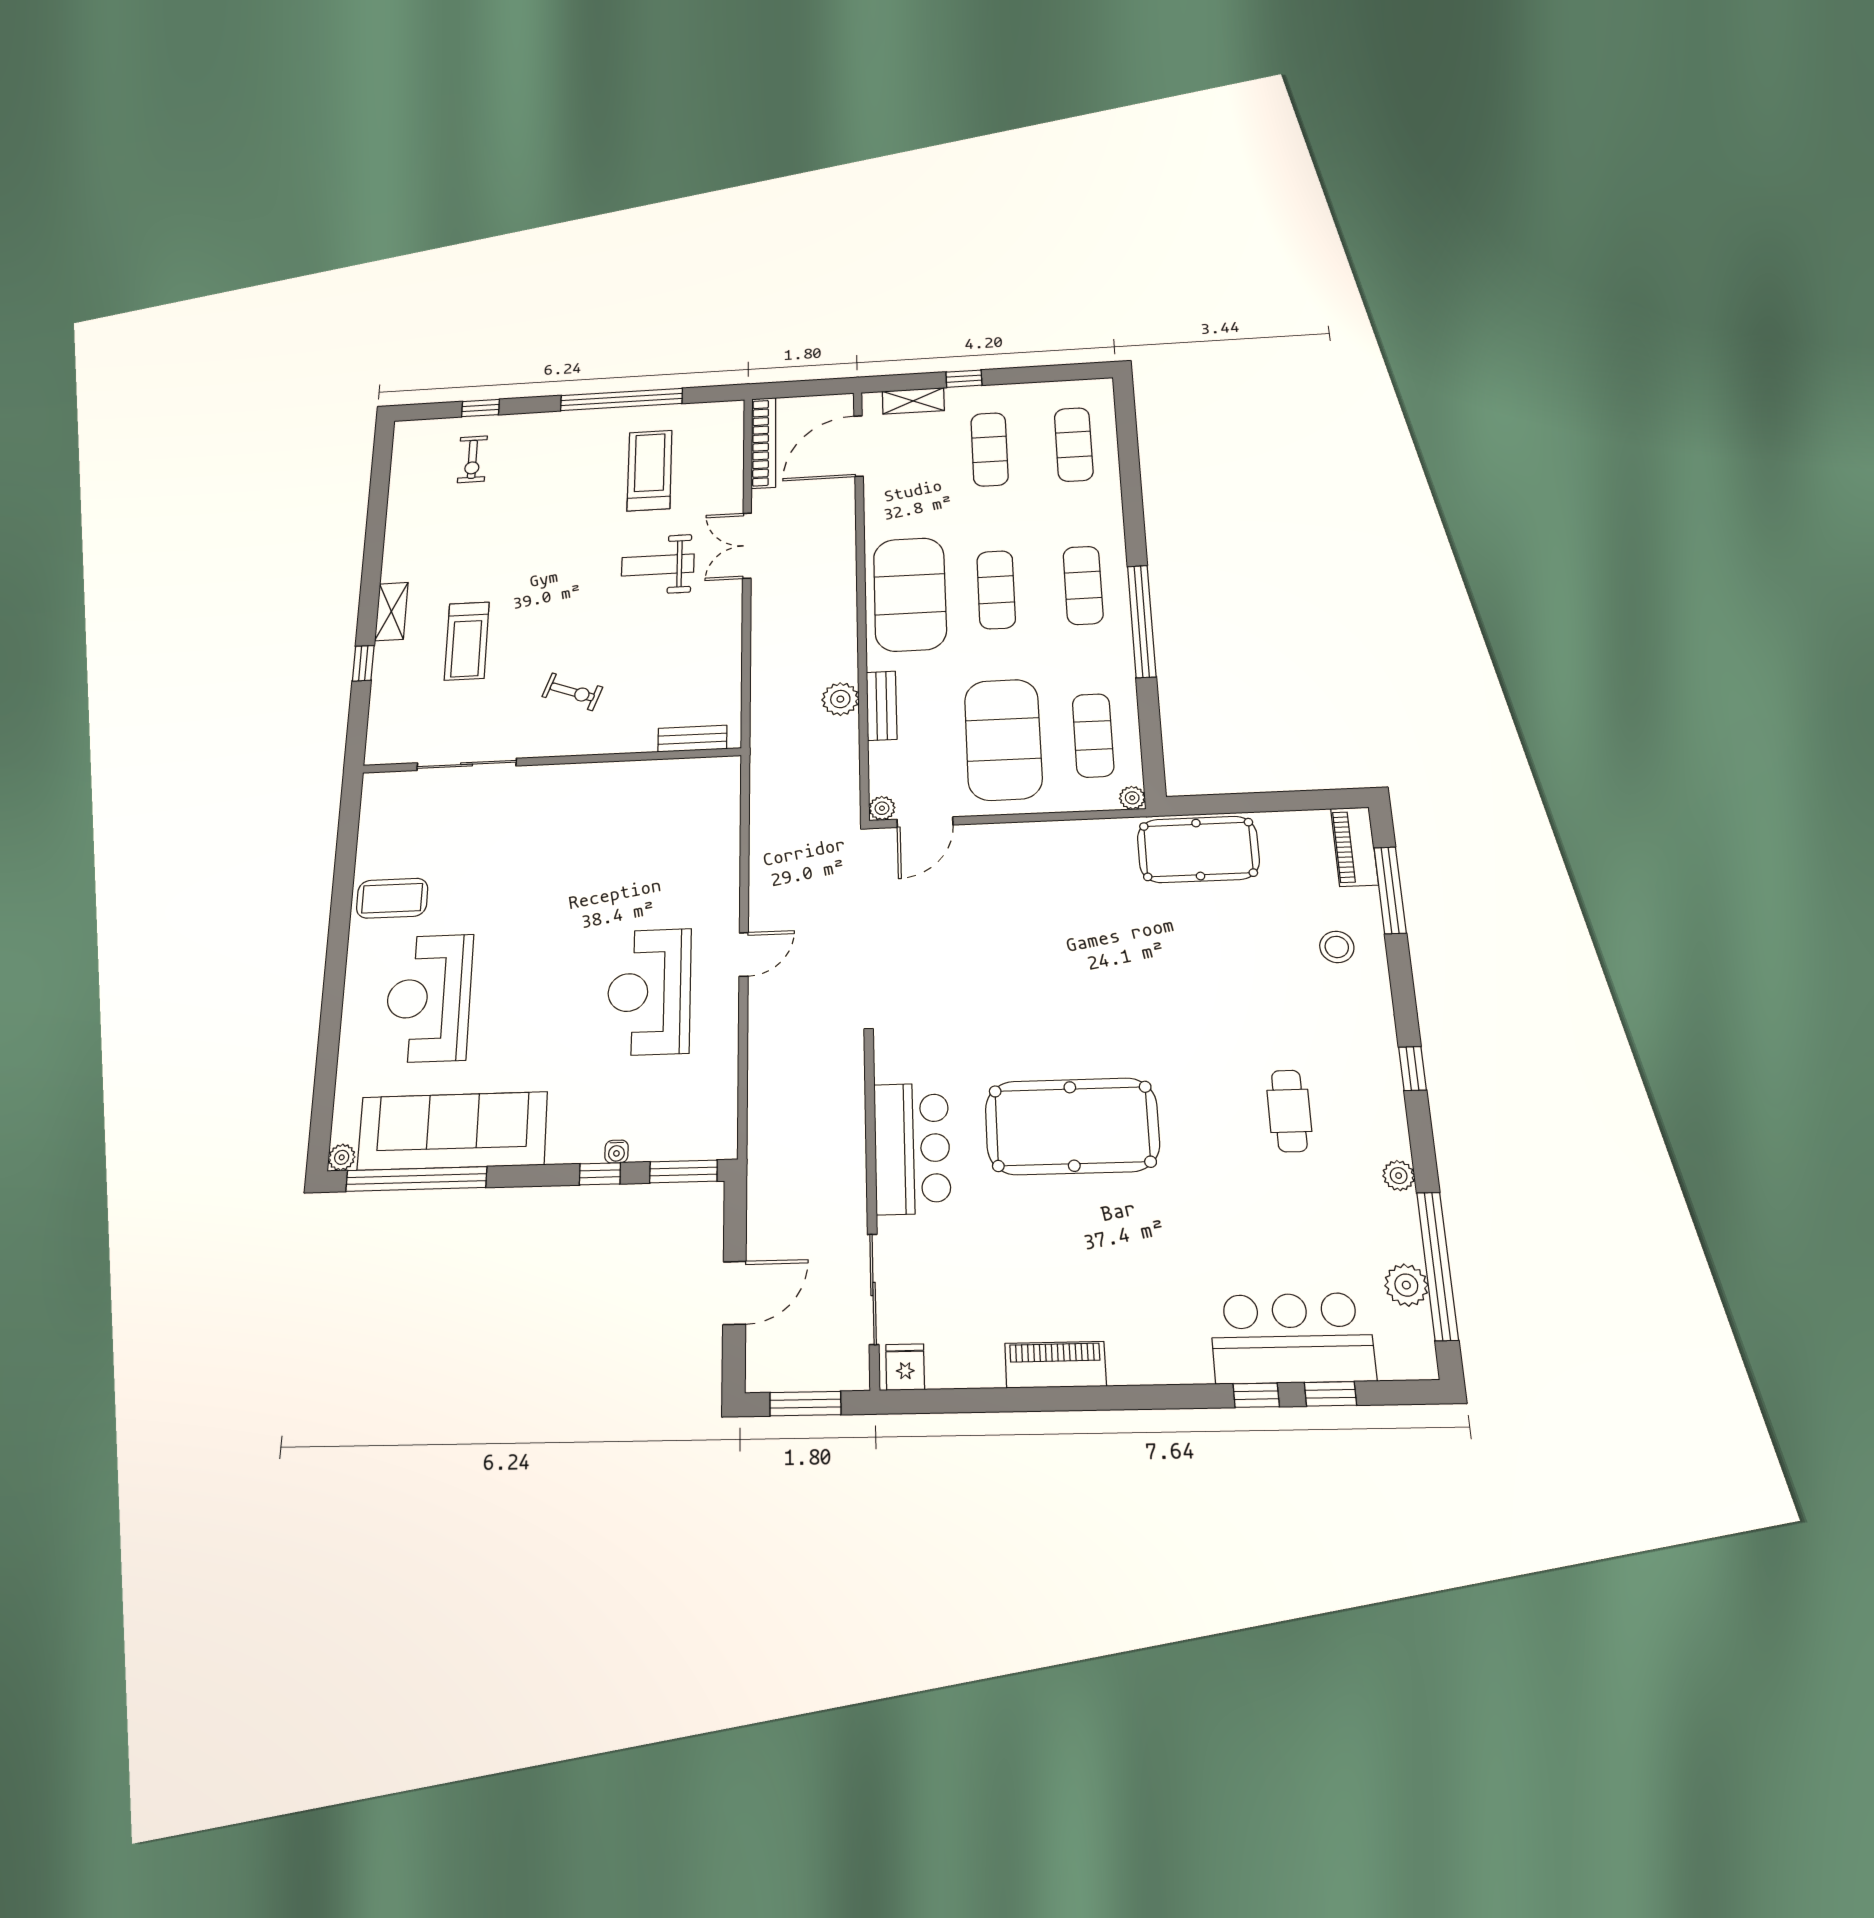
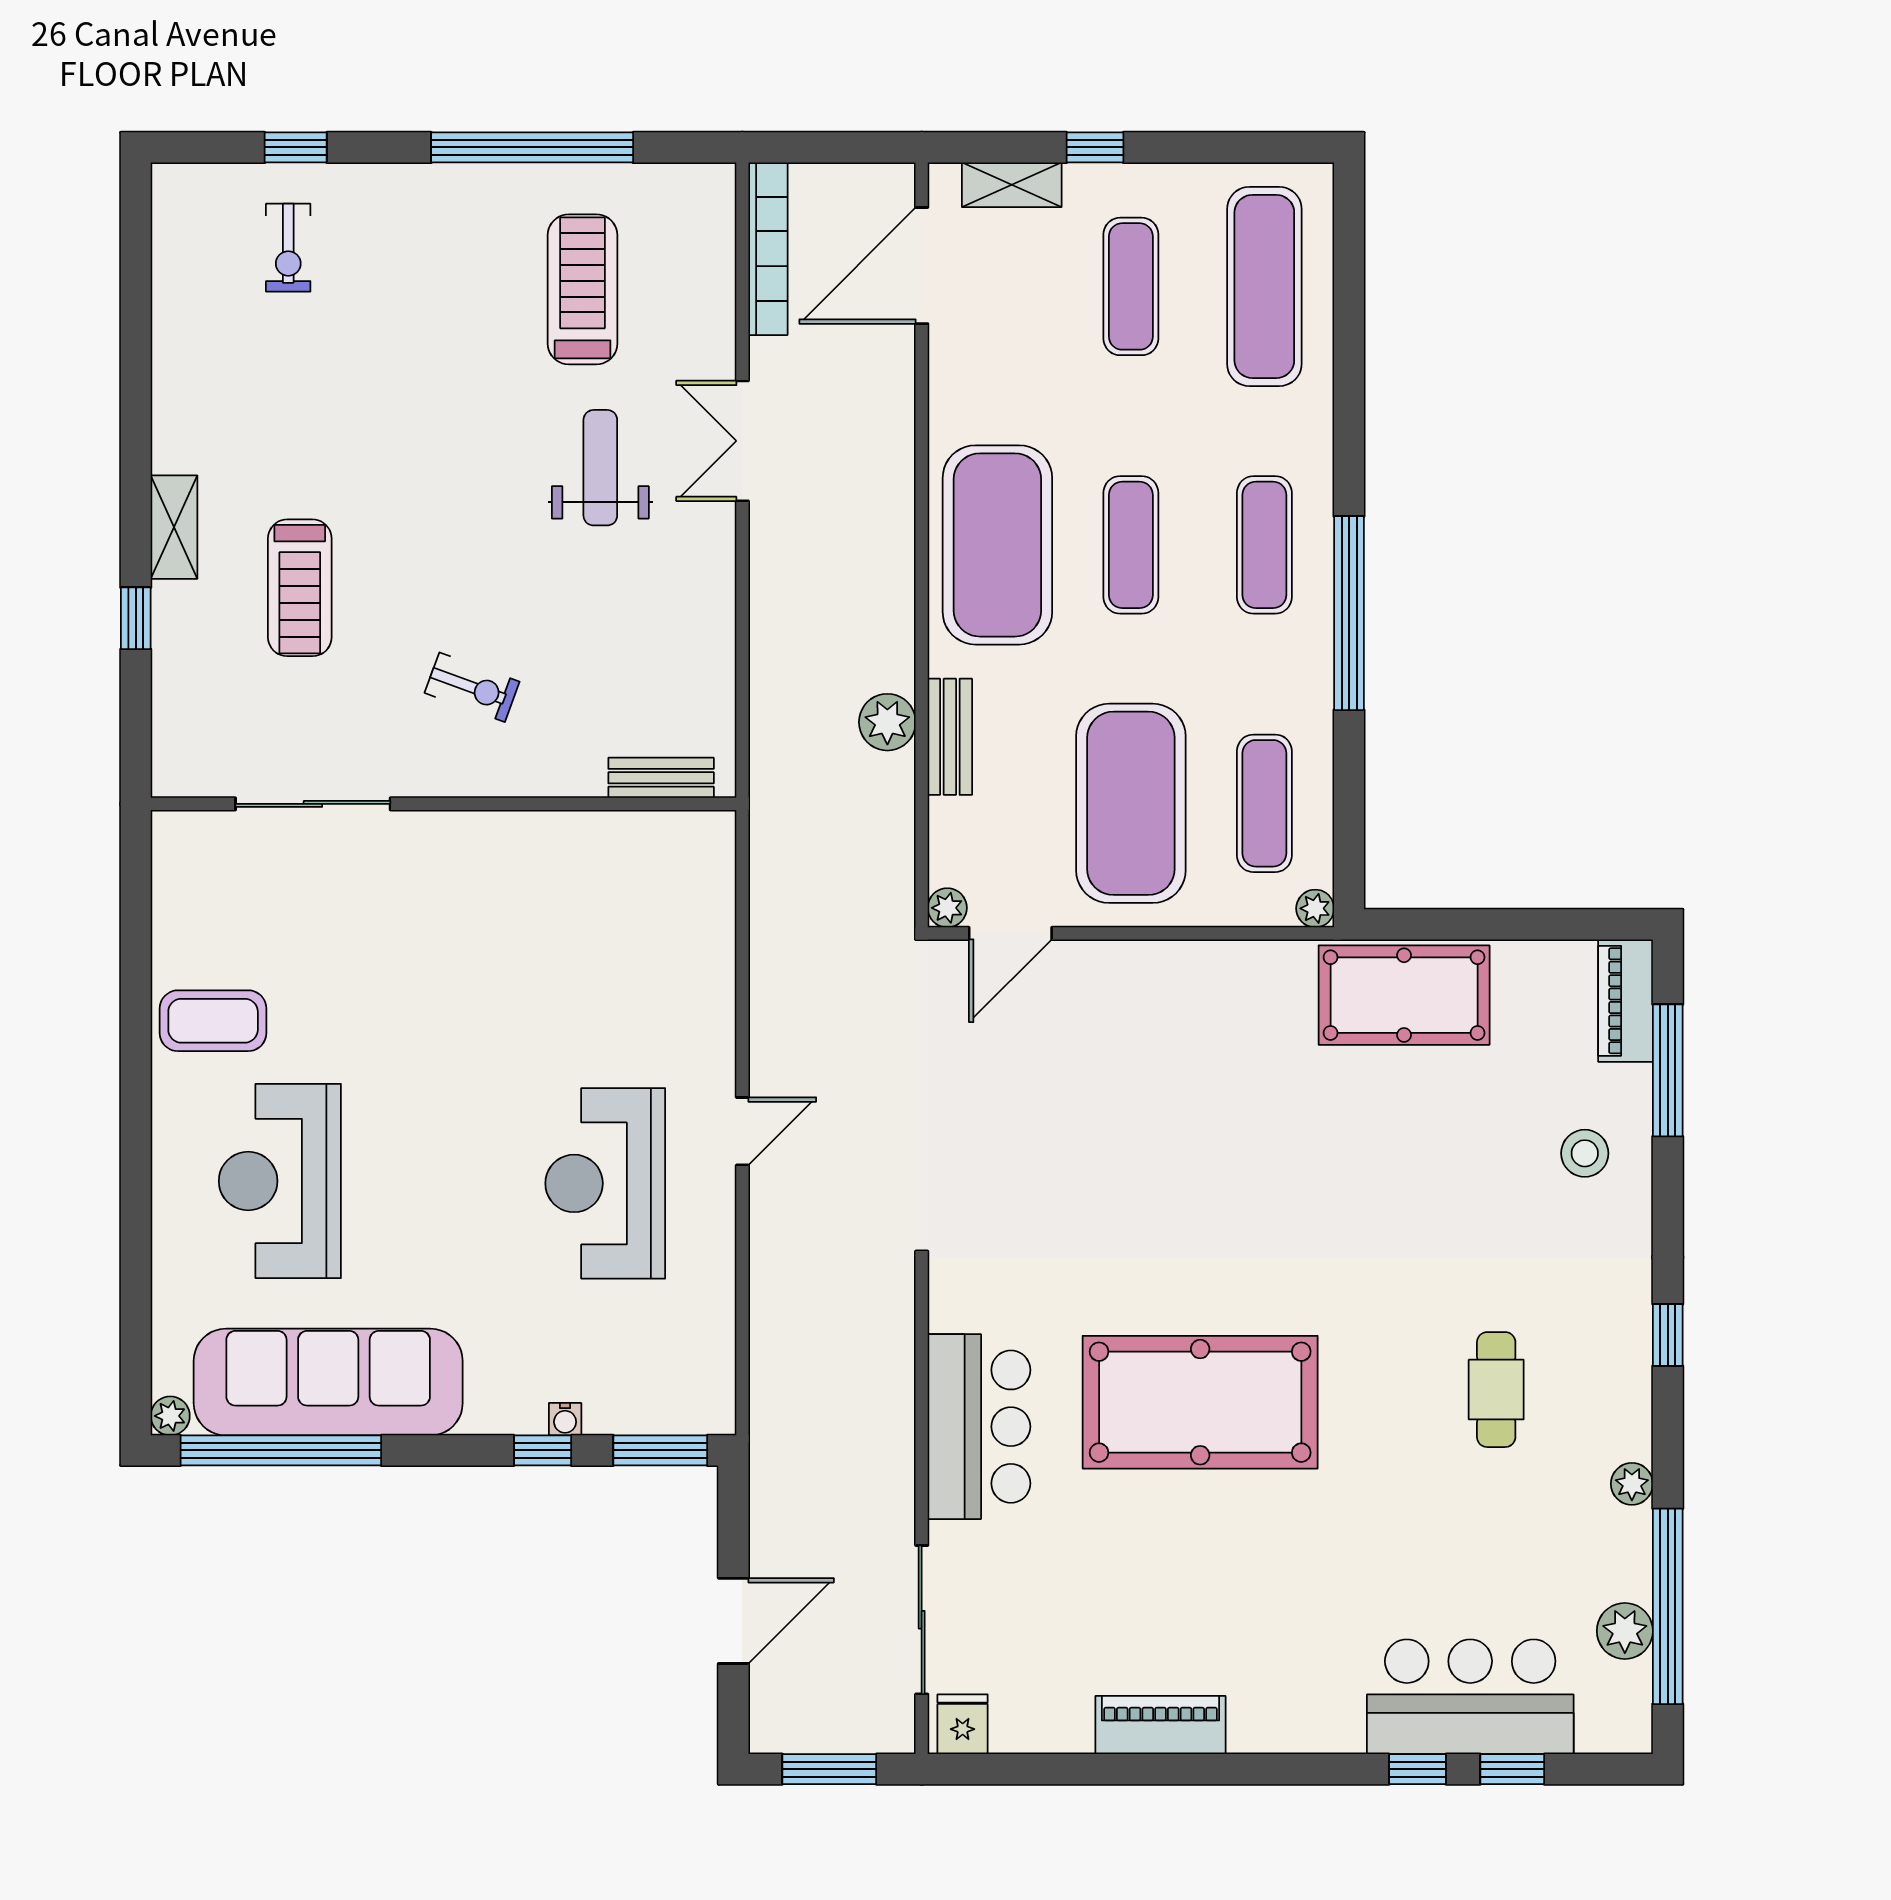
exercise mat: (1074, 444) -> (1264, 286), width x1.36, depth x1.45
weight bench: (658, 565) -> (600, 468), turned 90

